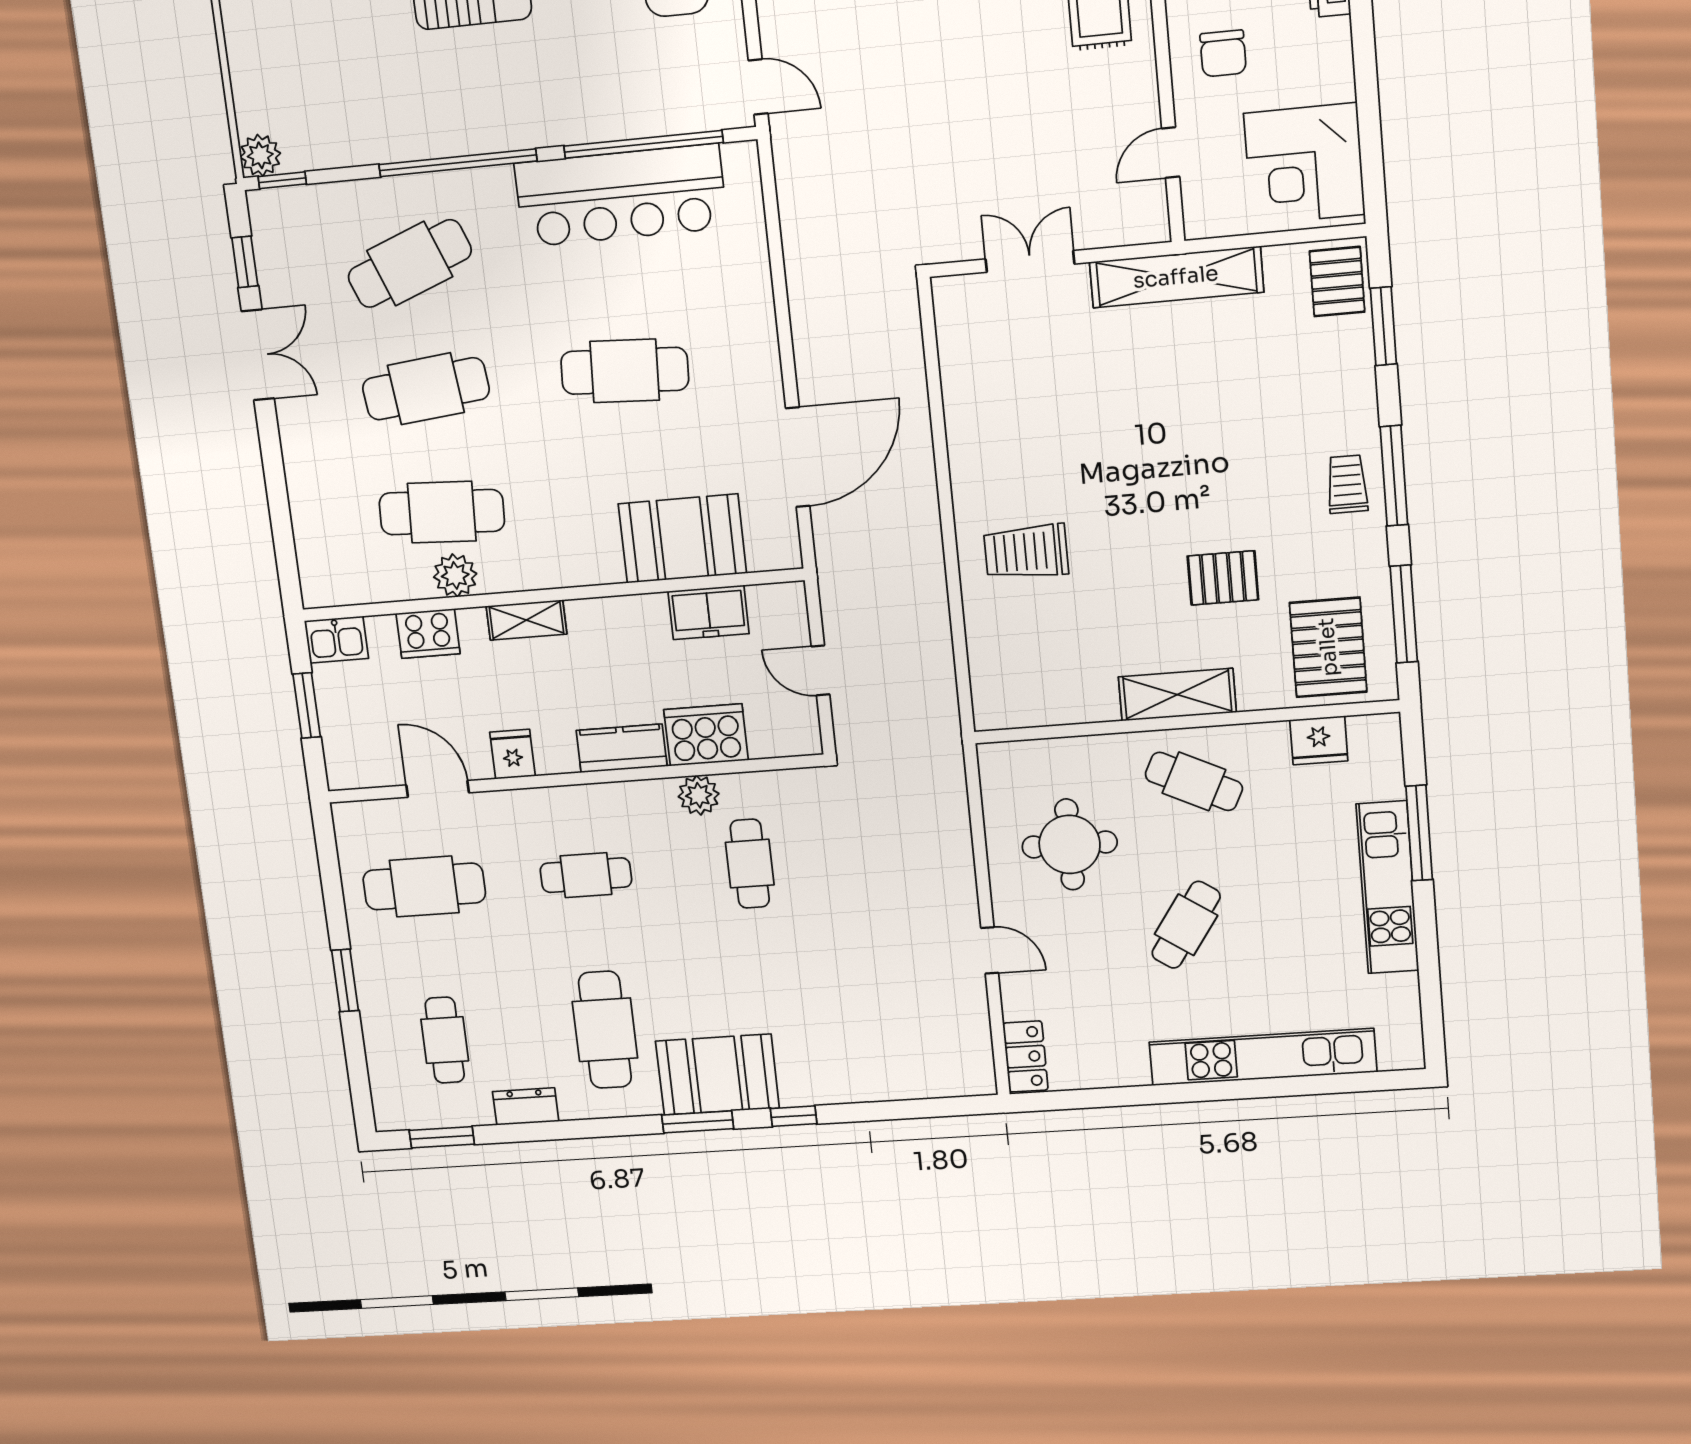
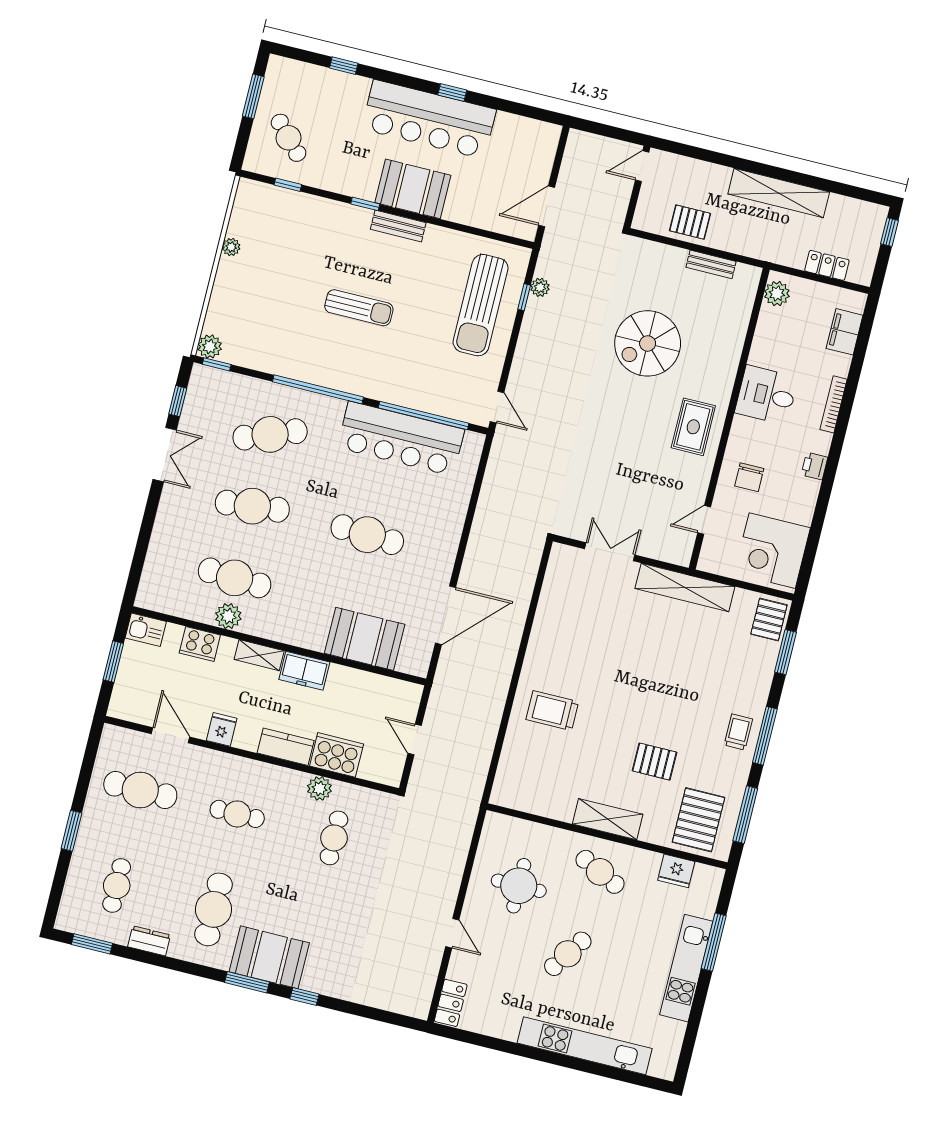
freezer: (709, 612) -> (304, 671), moved

